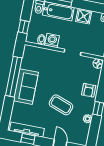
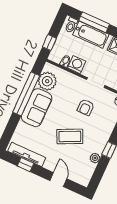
plant: (30, 61) -> (47, 81), added
armchair: (89, 90) -> (86, 107), moved
coffee table: (61, 105) -> (70, 136), turned -45

